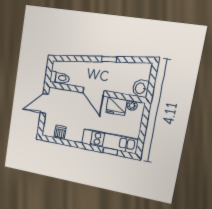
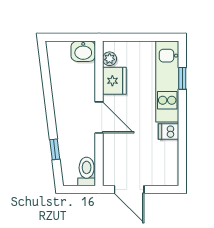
window: (109, 59) -> (55, 149), moved
door: (94, 92) -> (99, 117), hinge flipped
dishwasher: (60, 132) -> (168, 131), moved

